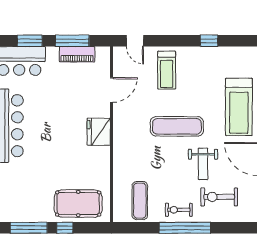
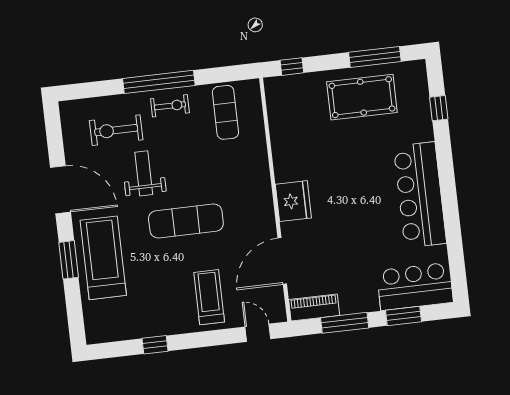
piano: (77, 54) -> (314, 308), moved
door: (112, 90) -> (282, 261), width x1.36
exercise bike: (219, 197) -> (116, 130), turned 180
pool table: (78, 204) -> (362, 97), moved
window: (65, 228) -> (292, 67), moved

